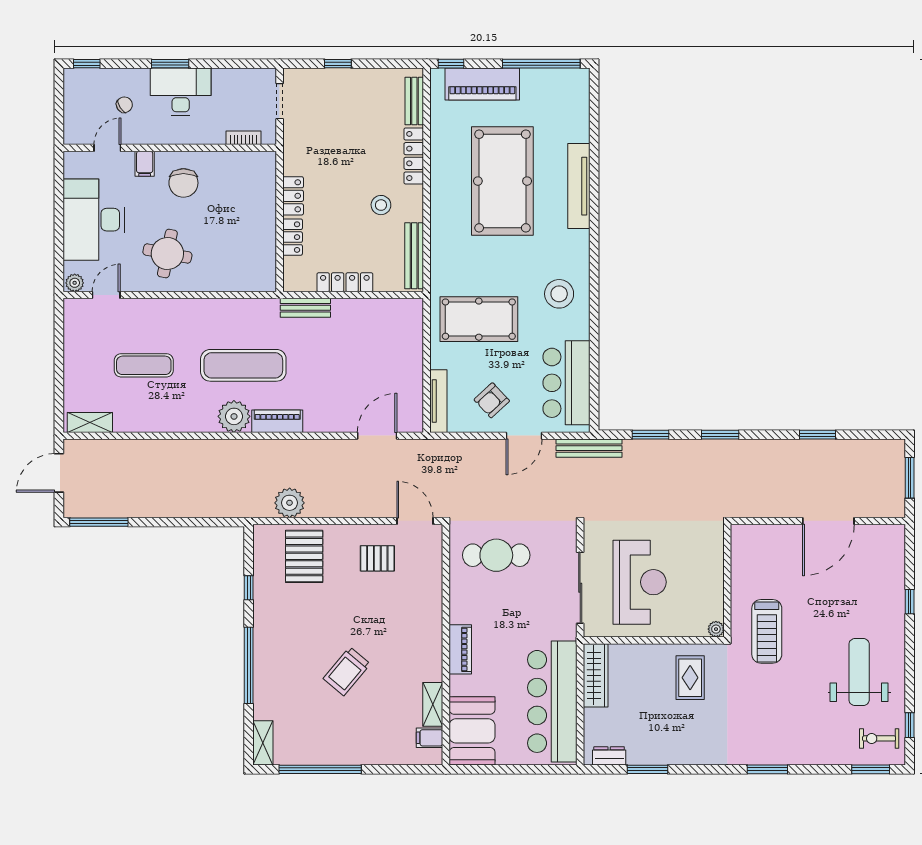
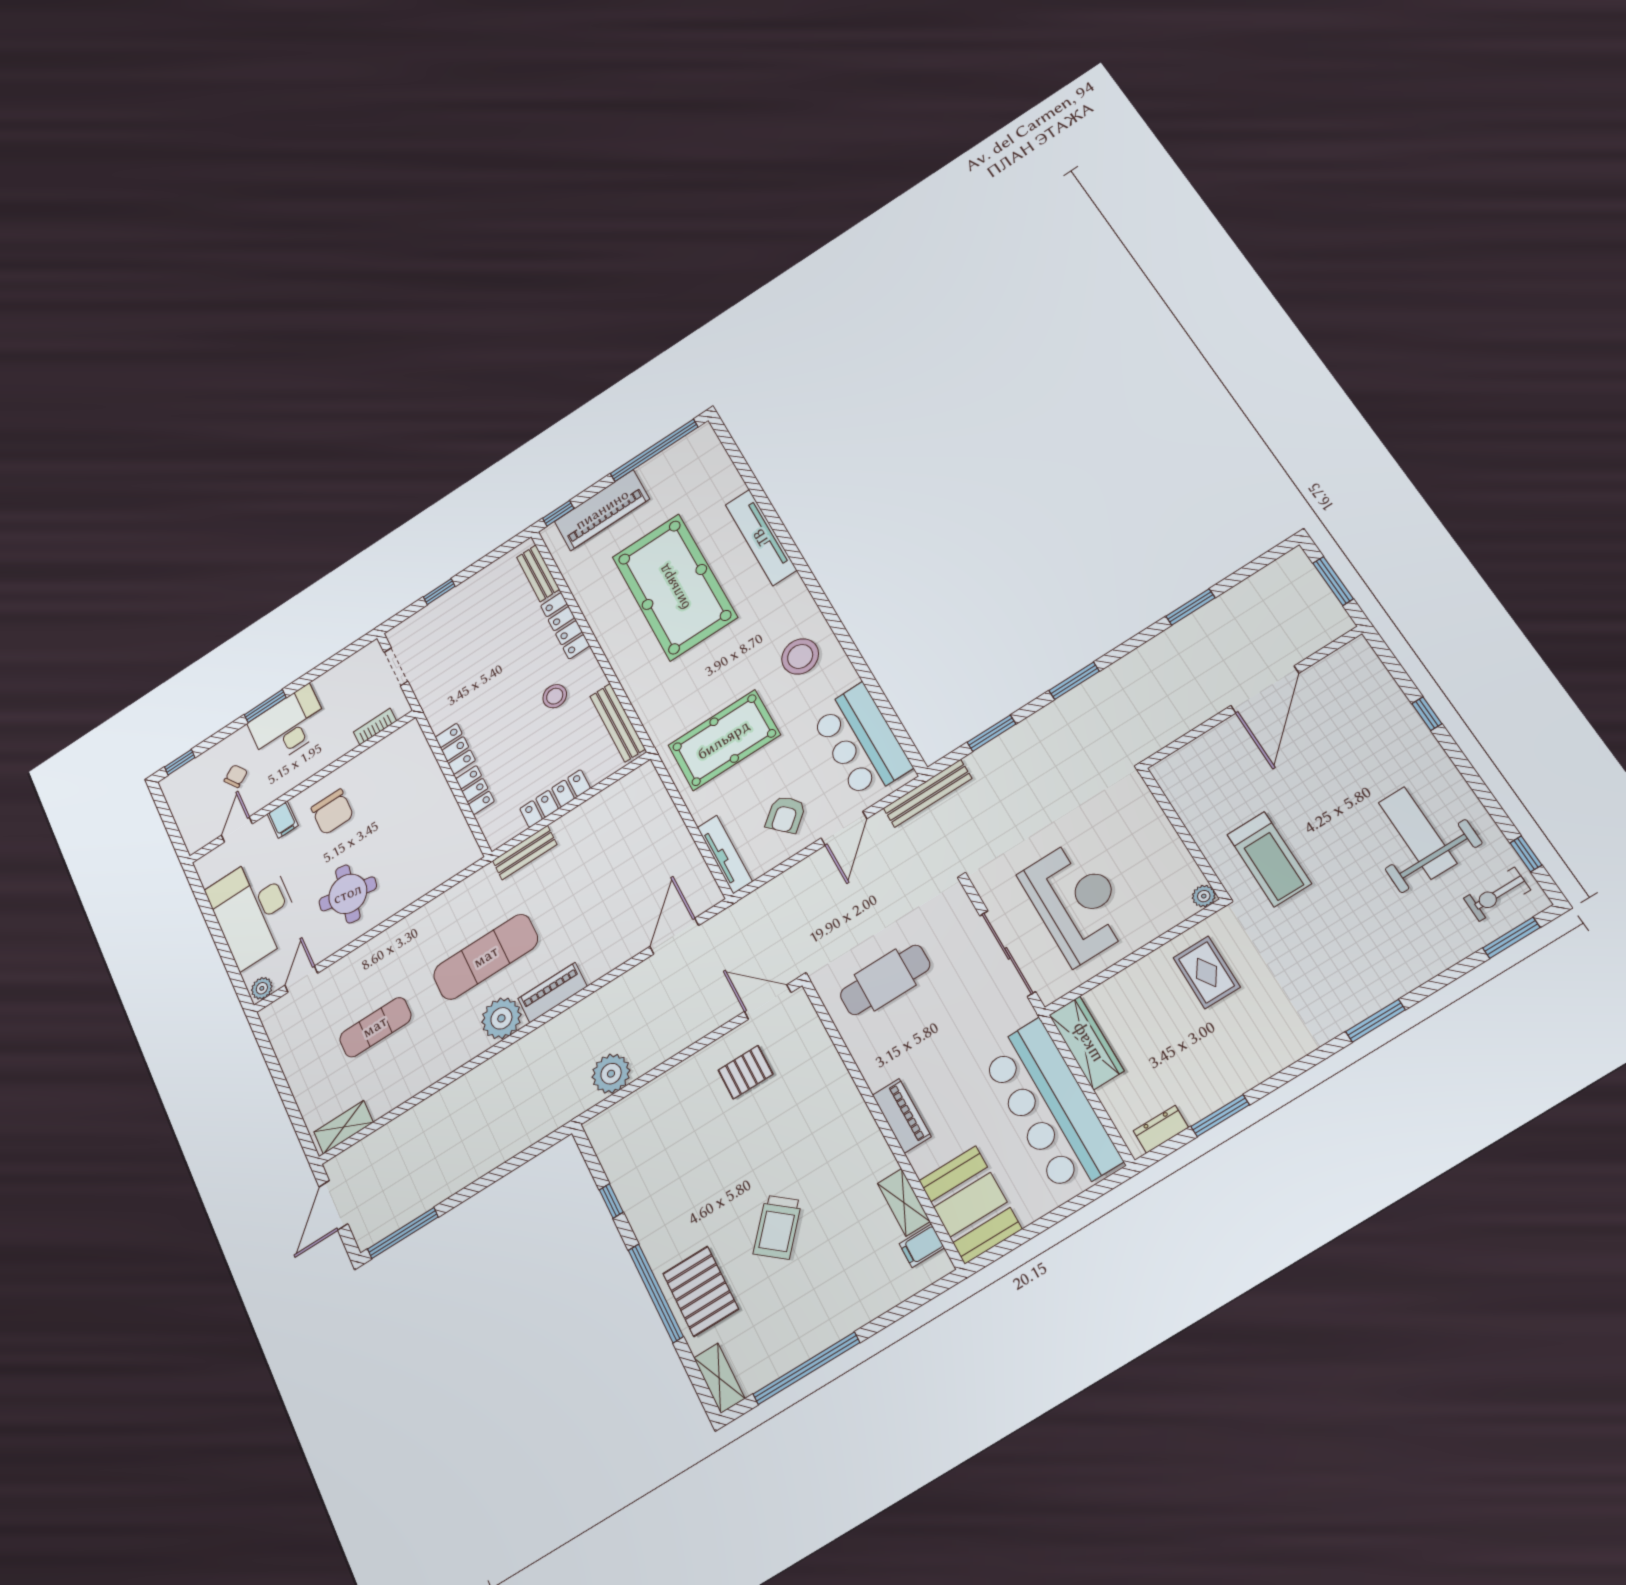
pallet: (304, 556) -> (701, 1291), moved

